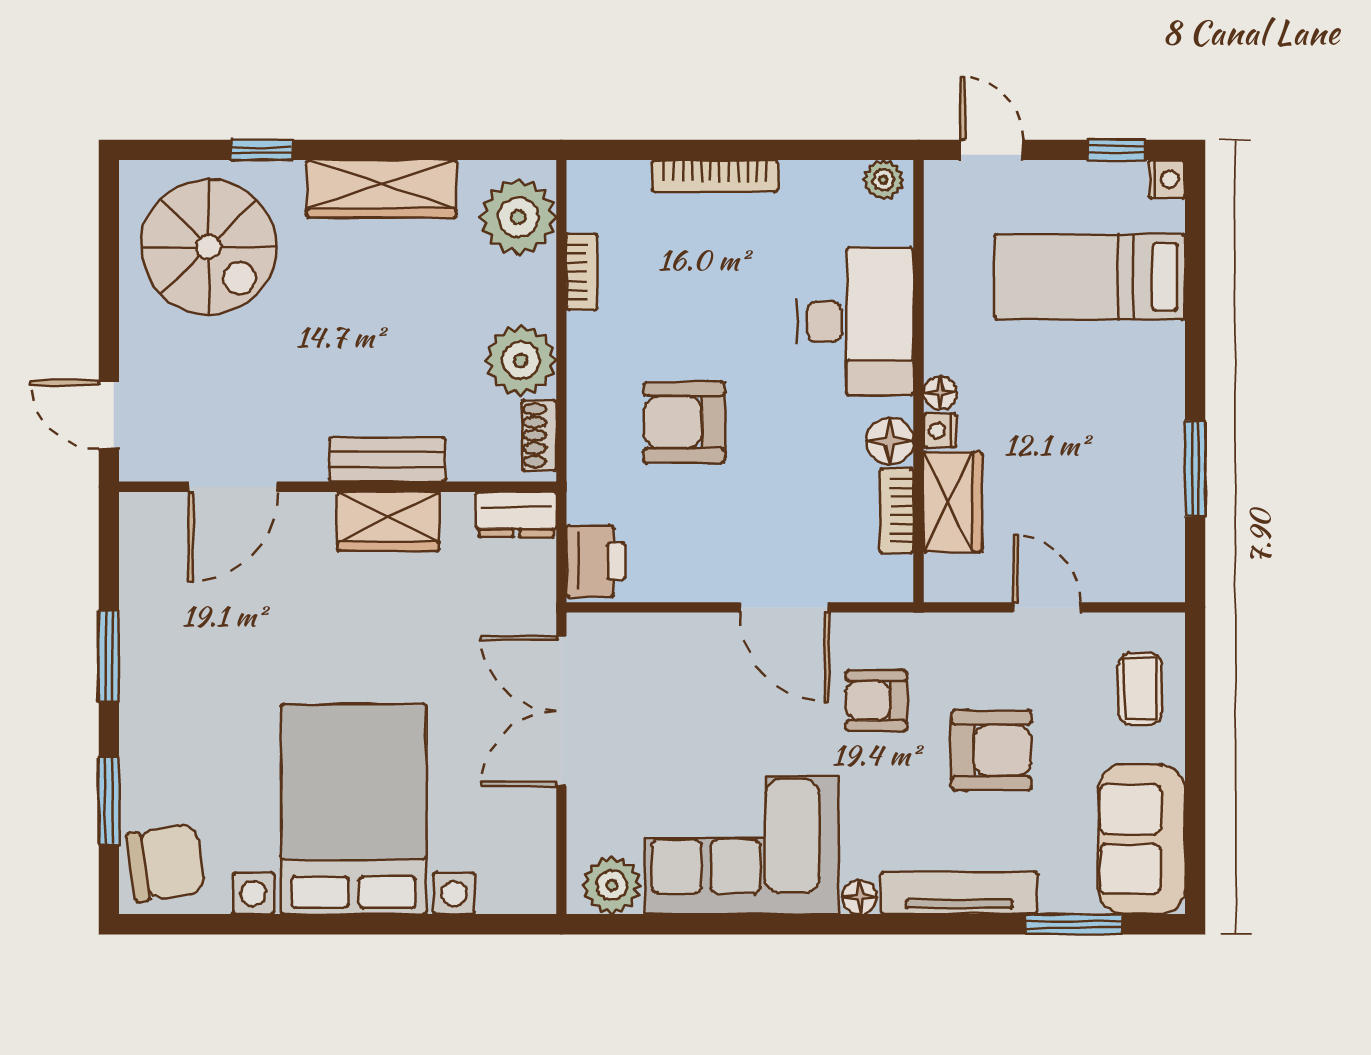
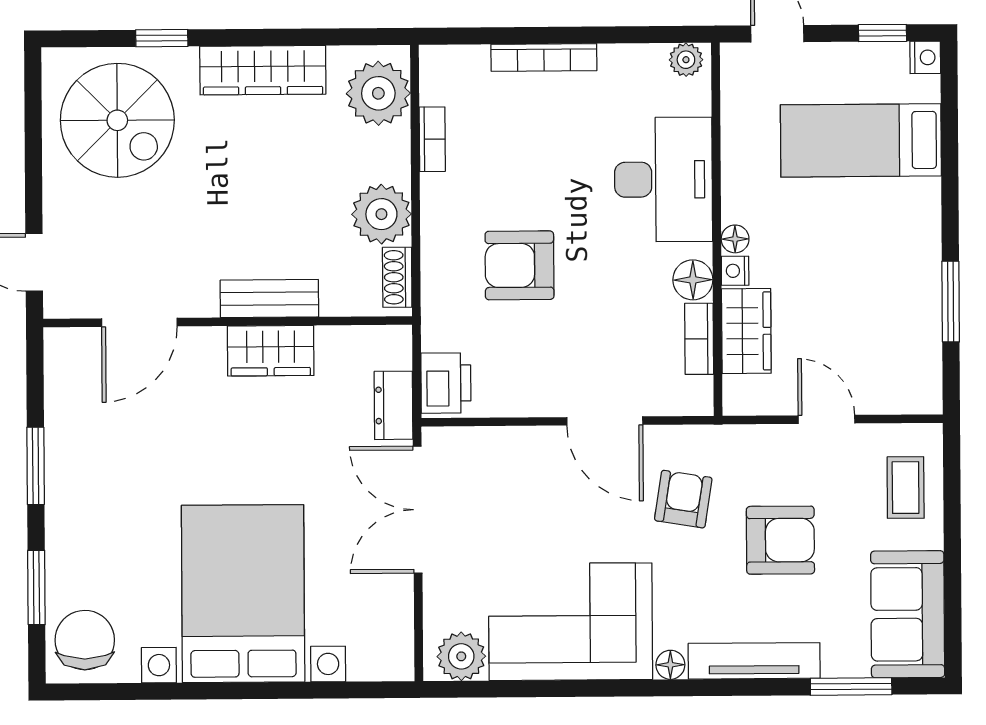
dresser: (516, 514) -> (394, 405), moved, turned 90
armchair: (876, 701) -> (683, 499), turned 99
chair: (166, 863) -> (85, 640), turned -81

